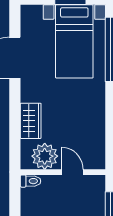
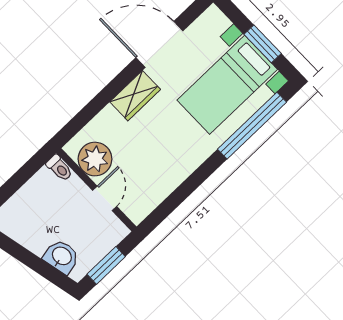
wardrobe: (31, 121) -> (135, 96), moved

